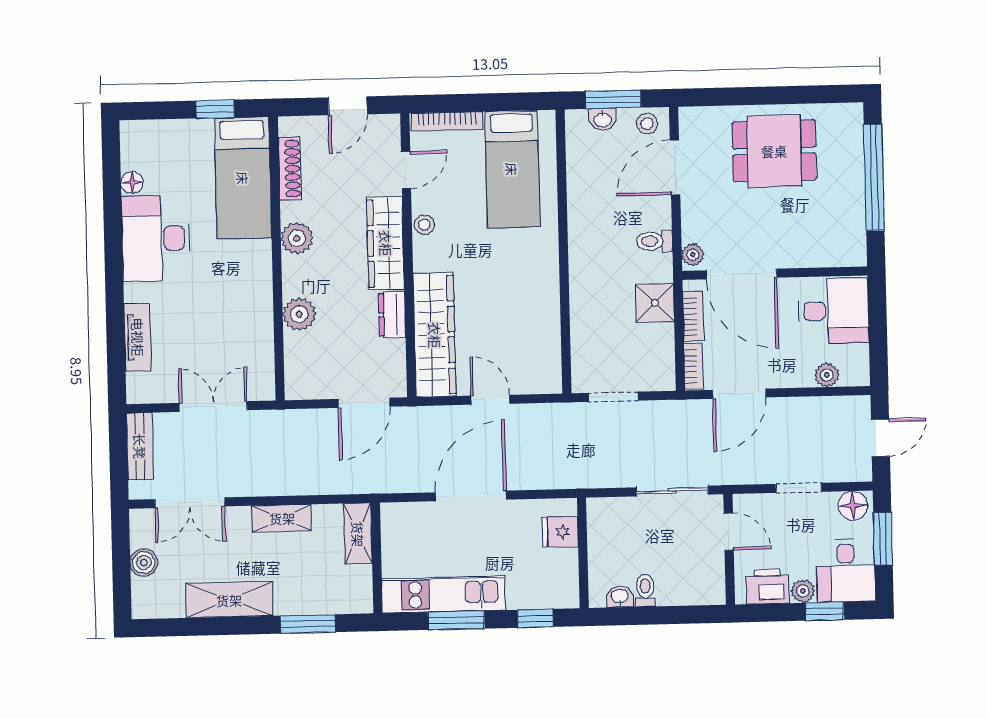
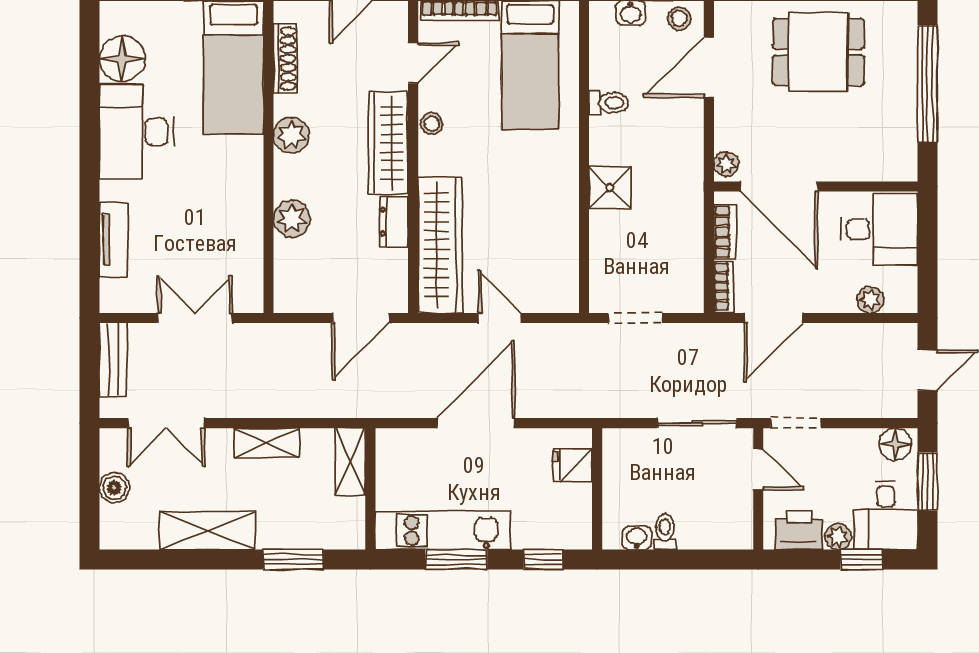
floor lamp: (132, 183) -> (122, 59), width x1.89, depth x1.89
toilet: (655, 241) -> (609, 103), moved, turned 180
shower: (655, 303) -> (610, 188), moved
doorway: (799, 488) -> (796, 423), moved

